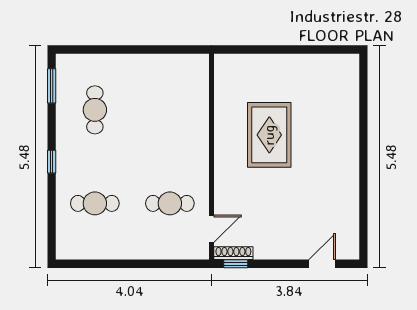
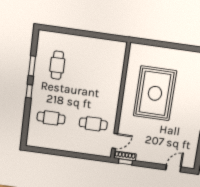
window: (52, 86) -> (32, 66), moved
rug: (269, 135) -> (155, 93), width x1.37, depth x1.44

